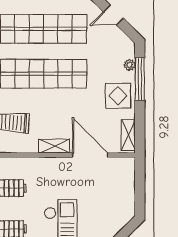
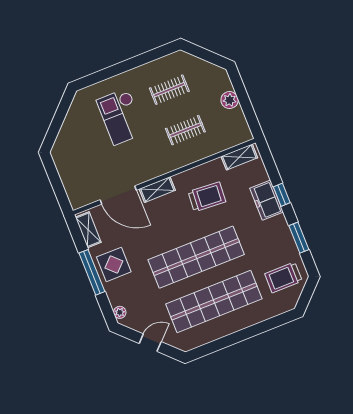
plant: (129, 65) -> (120, 312), moved
window: (140, 79) -> (92, 272), moved

